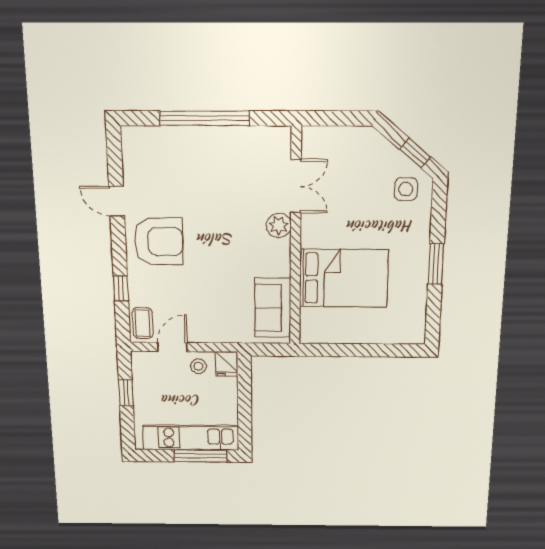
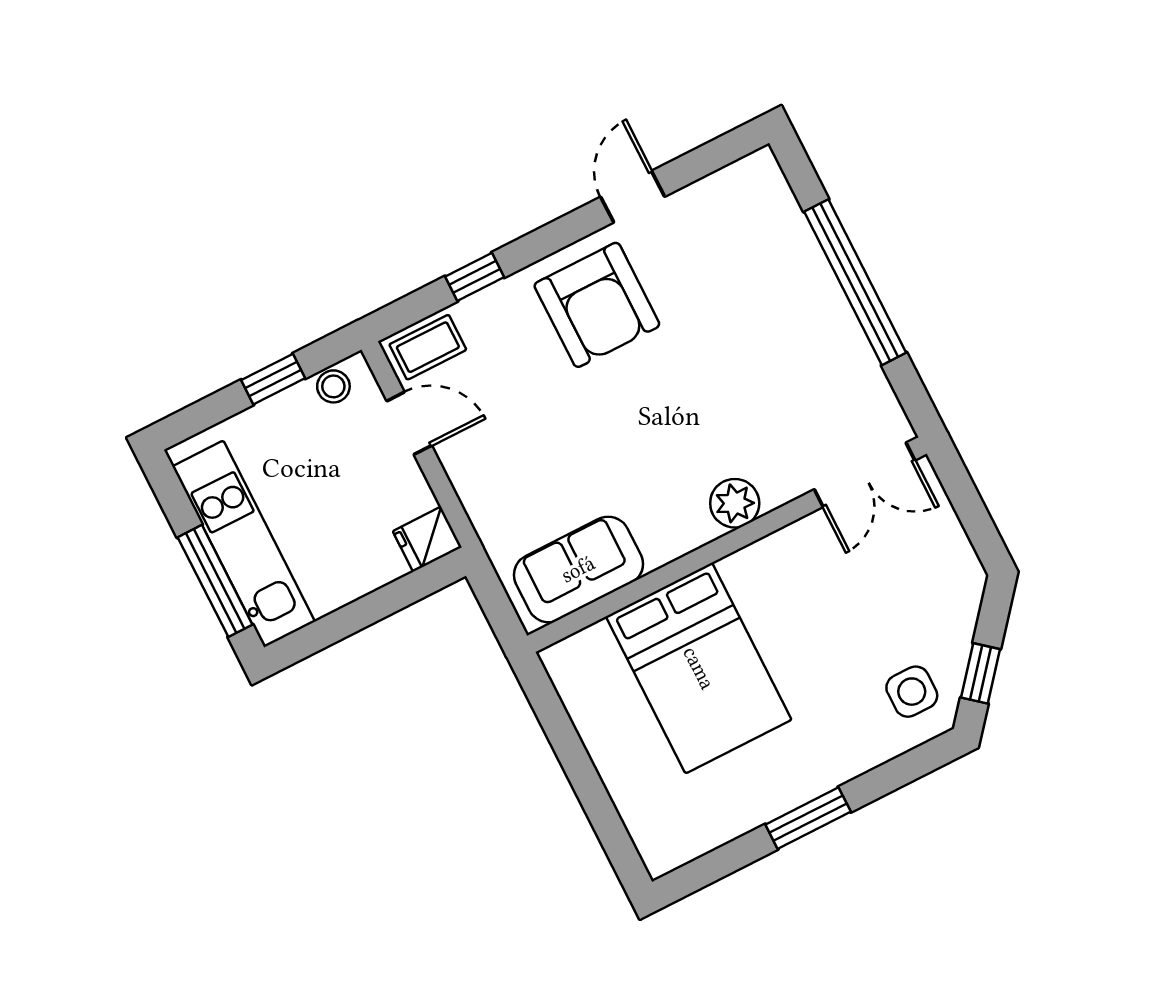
double door: (296, 186) -> (865, 475), moved
stool: (198, 366) -> (333, 386), moved

